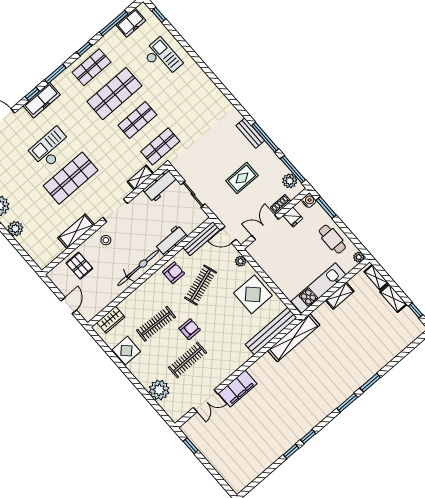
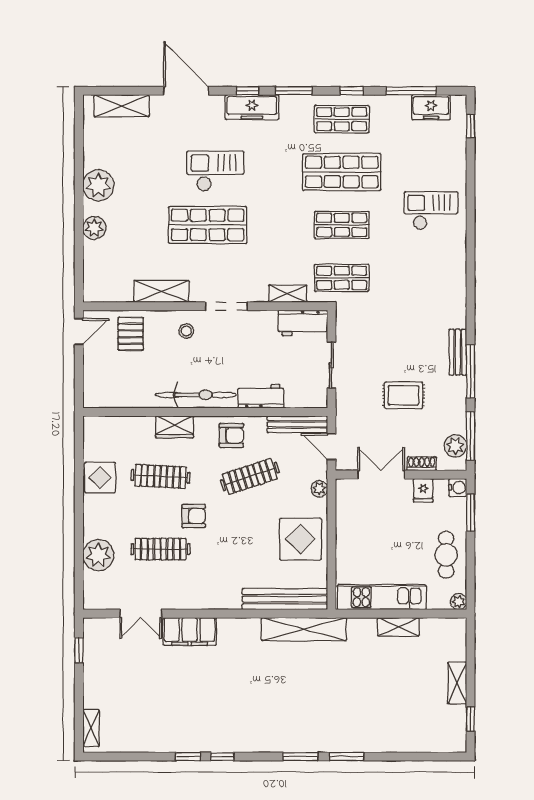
checkout: (162, 58) -> (431, 211), moved, turned -90
shelving: (376, 277) -> (91, 728), moved
door: (69, 305) -> (79, 332), moved
wardrobe: (111, 320) -> (174, 427), moved

